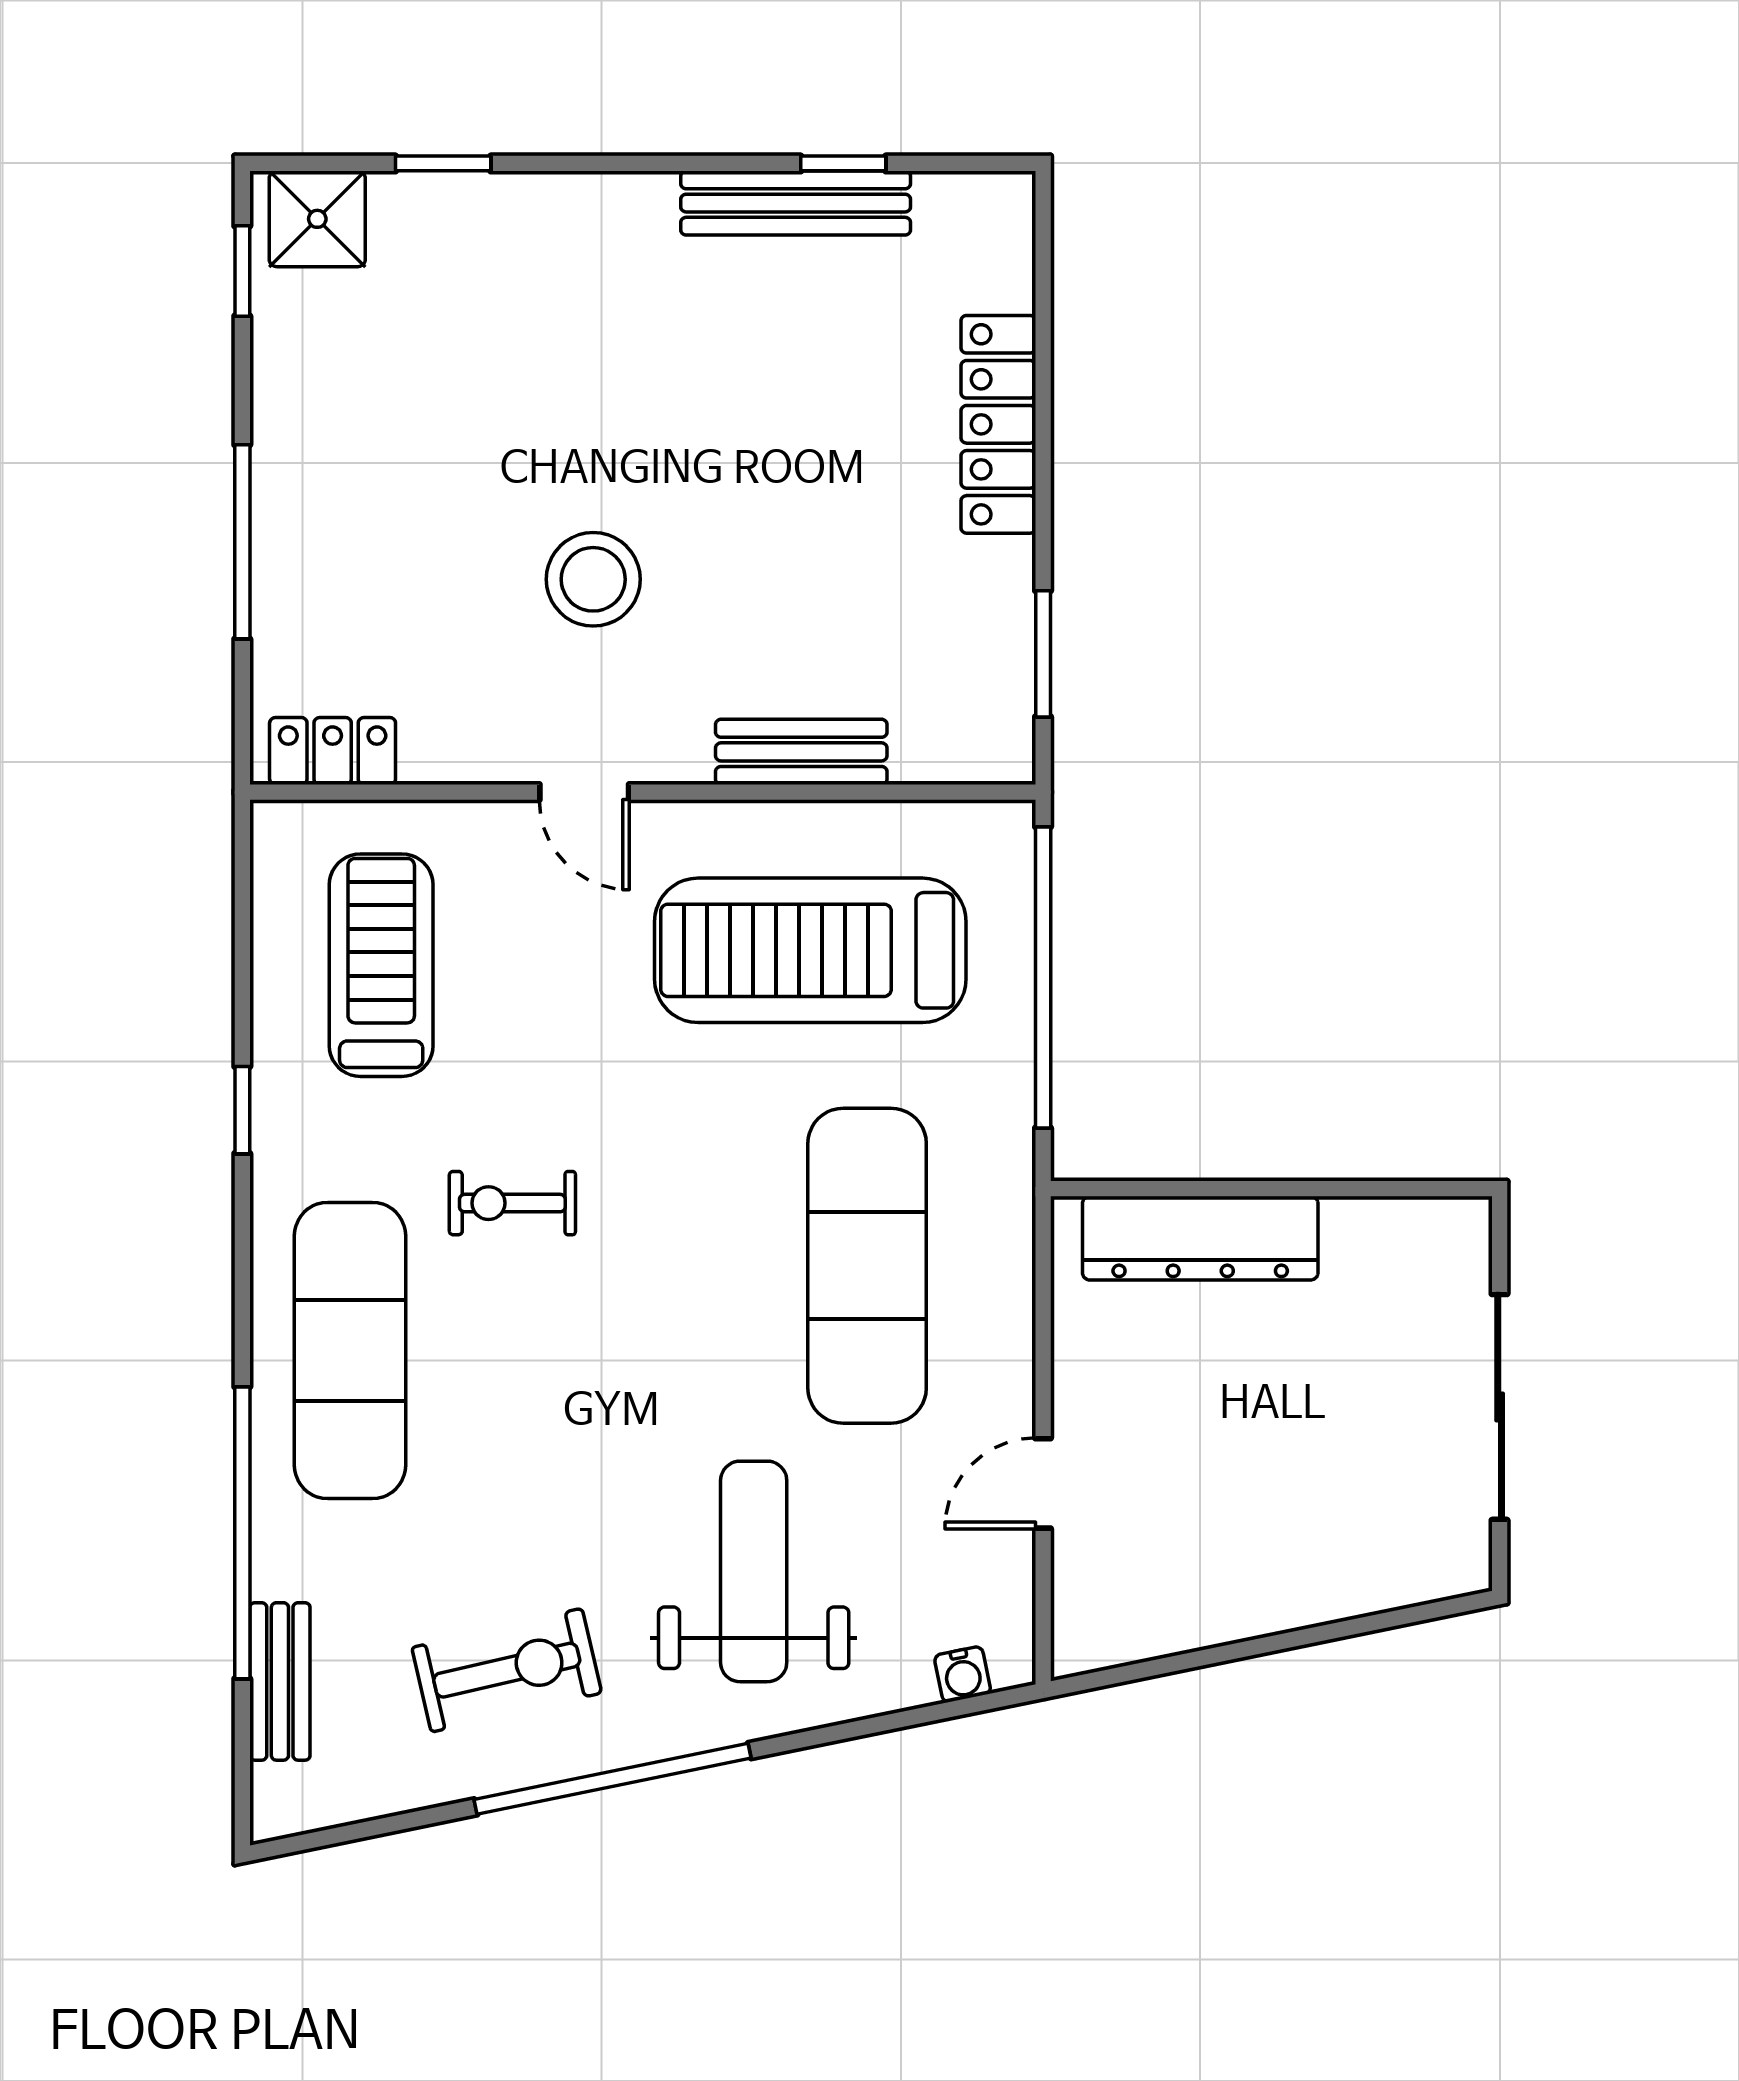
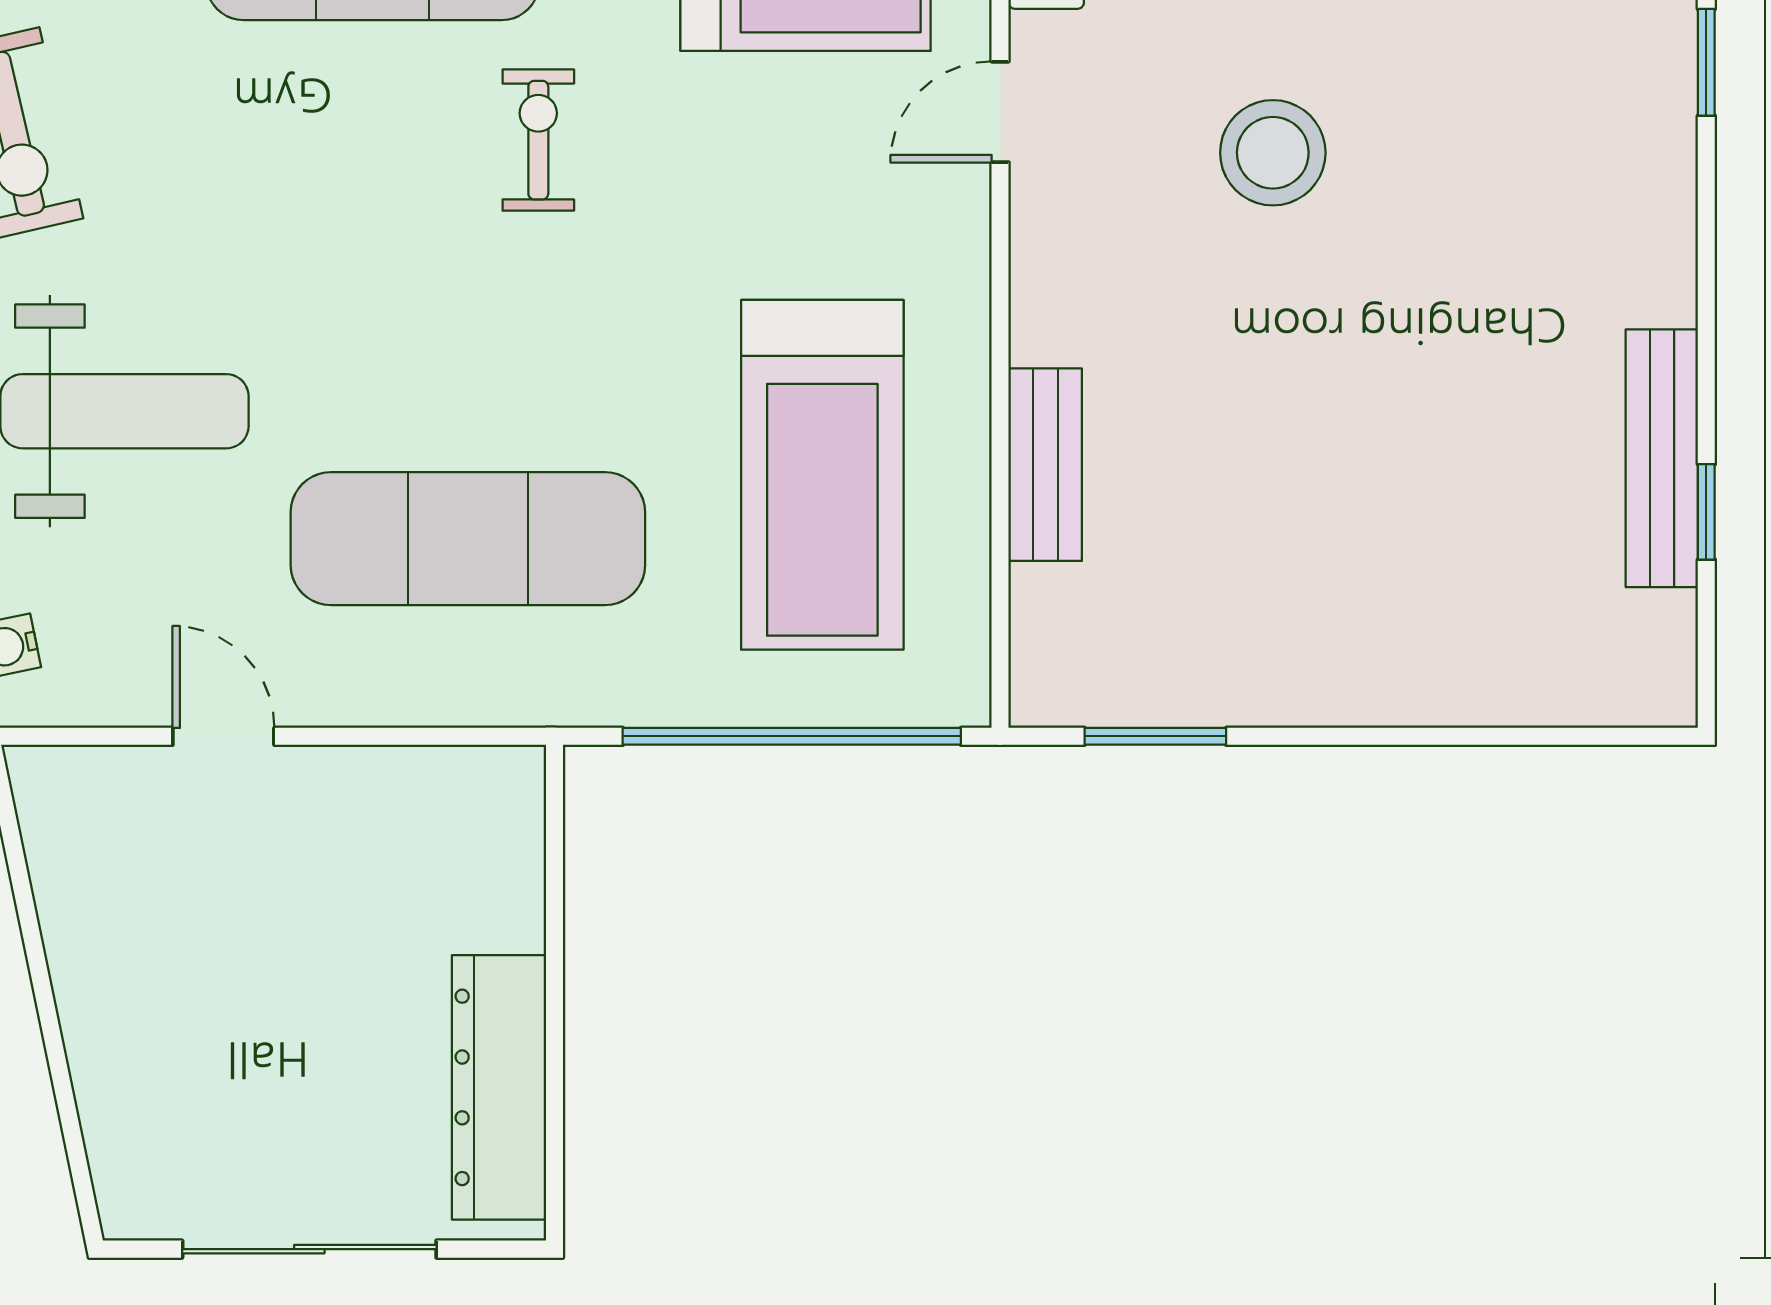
locker: (998, 424) -> (1413, 686), removed
stool: (593, 579) -> (1273, 153), moved
door: (584, 792) -> (1000, 112), moved
treadmill: (810, 950) -> (822, 475), turned 180
dresser: (1200, 1238) -> (499, 1087), moved

